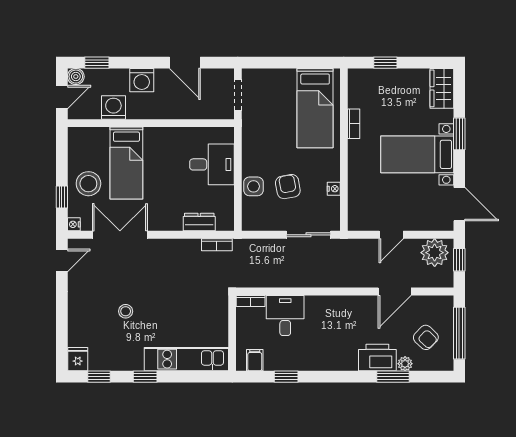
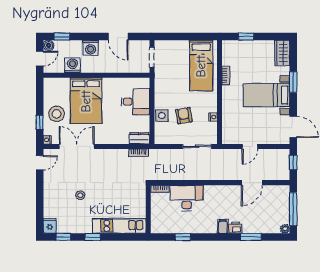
bed: (126, 163) -> (86, 101), width x1.50
dresser: (199, 222) -> (139, 138), moved
plant: (435, 253) -> (277, 158), removed
desk: (285, 316) -> (187, 198), width x1.37
armchair: (426, 337) -> (272, 212), removed
printer: (377, 358) -> (235, 228), width x0.53, depth x0.68
filing cabinet: (255, 360) -> (223, 226), moved
plant: (405, 364) -> (285, 229), moved

